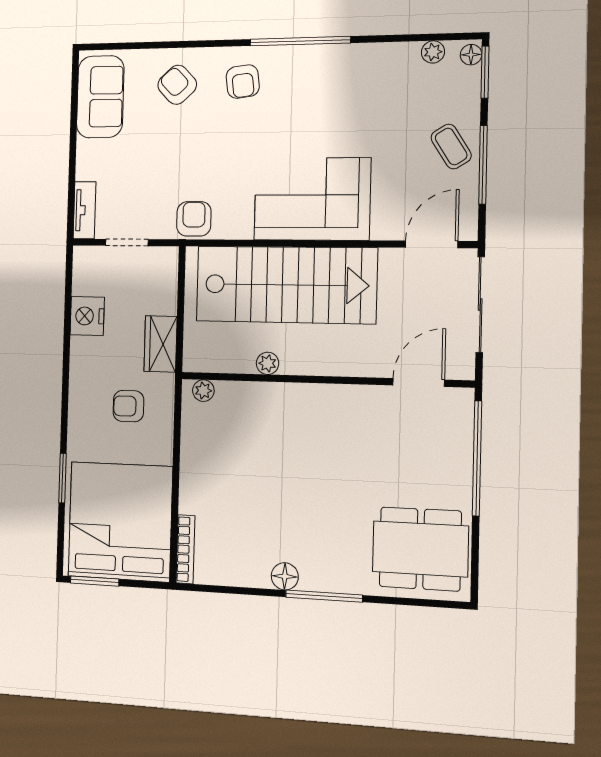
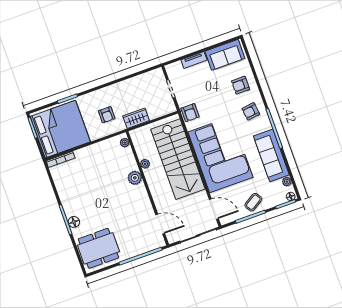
sofa: (358, 68) -> (271, 155), added
armchair: (177, 85) -> (241, 85), turned -137
corner sofa: (312, 199) -> (220, 155), width x1.36, depth x1.36
tv unit: (84, 210) -> (194, 60), moved
armchair: (194, 219) -> (190, 113), turned 90
nightstand: (87, 316) -> (136, 84), removed
plant: (290, 399) -> (135, 178), added
armchair: (128, 406) -> (107, 115), turned 180
dining table: (420, 549) -> (98, 248), turned 90
floor lamp: (285, 576) -> (74, 222), moved

